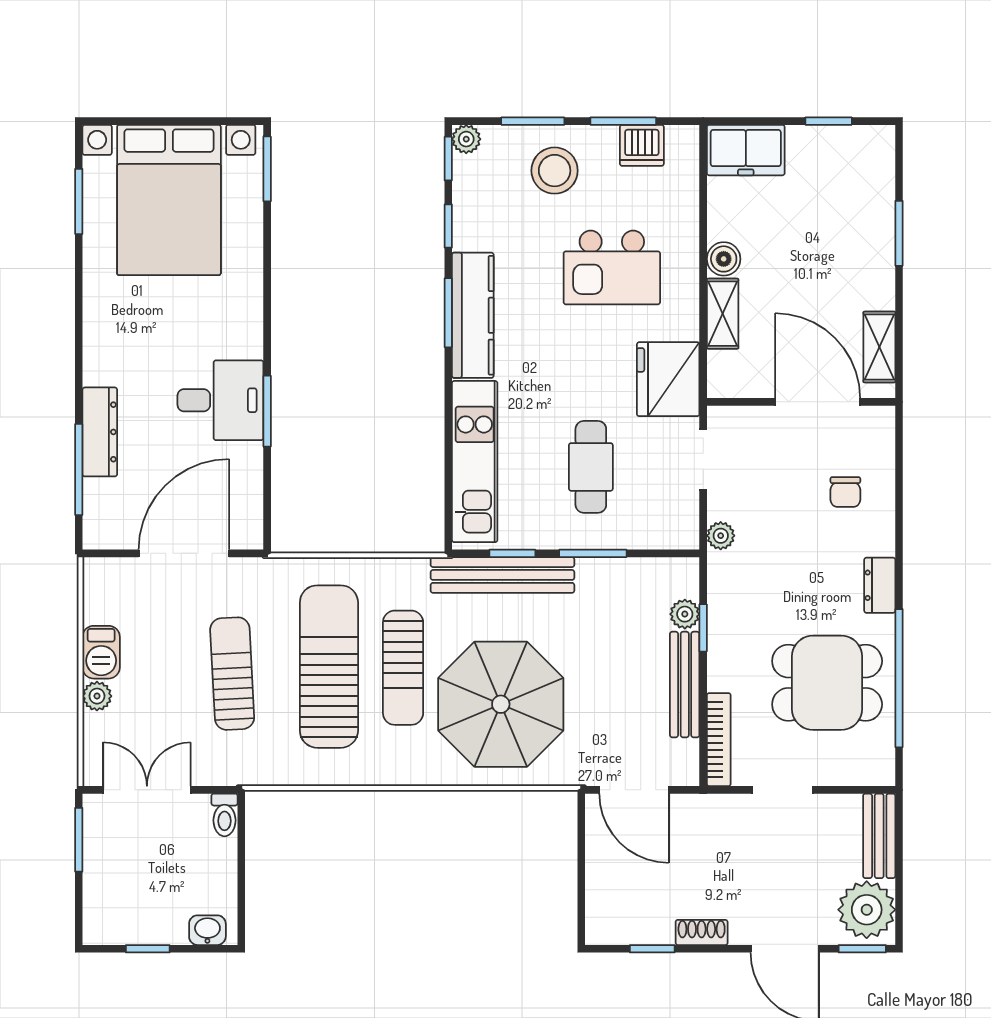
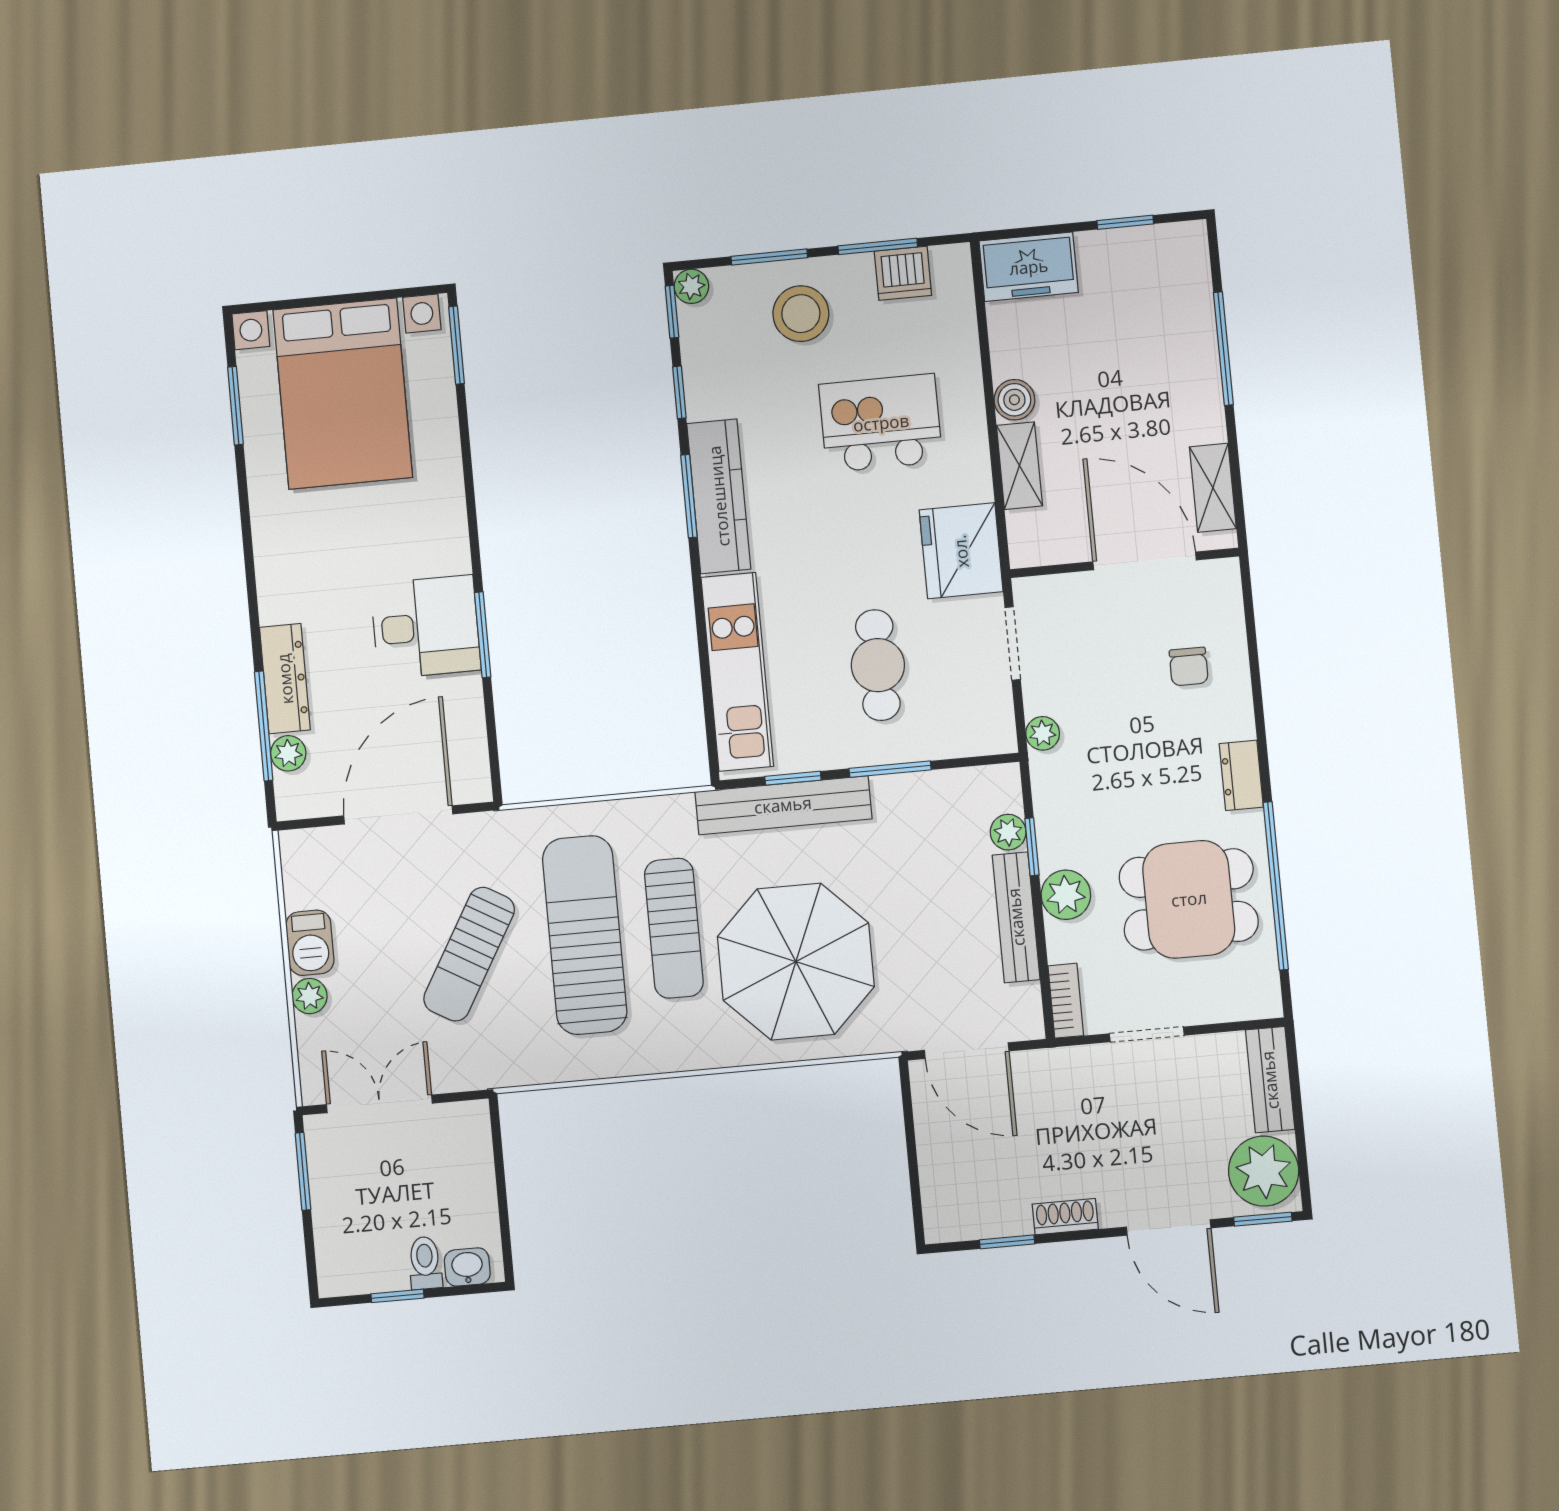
window: (899, 233) -> (1223, 349), width x1.44
kitchen island: (612, 268) -> (881, 423), turned 180
plant: (97, 494) -> (288, 753), added
plant: (727, 670) -> (1066, 895), added
sun lounger: (232, 674) -> (469, 954), turned -147
bookcase: (719, 740) -> (1066, 1001), width x0.64
toilet: (224, 815) -> (425, 1263), moved, turned 180

